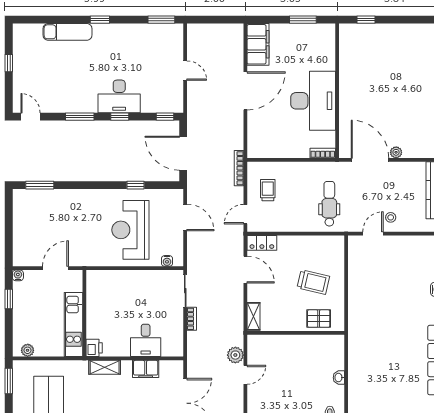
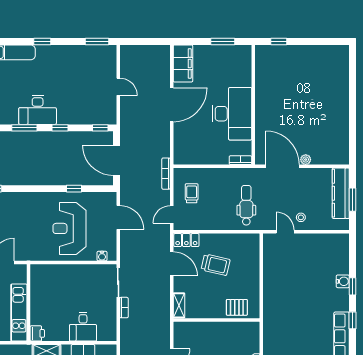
desk: (119, 96) -> (38, 110), moved
door: (373, 234) -> (285, 232), hinge flipped
trolley: (313, 282) -> (216, 265), moved
plant: (235, 355) -> (163, 340), removed

